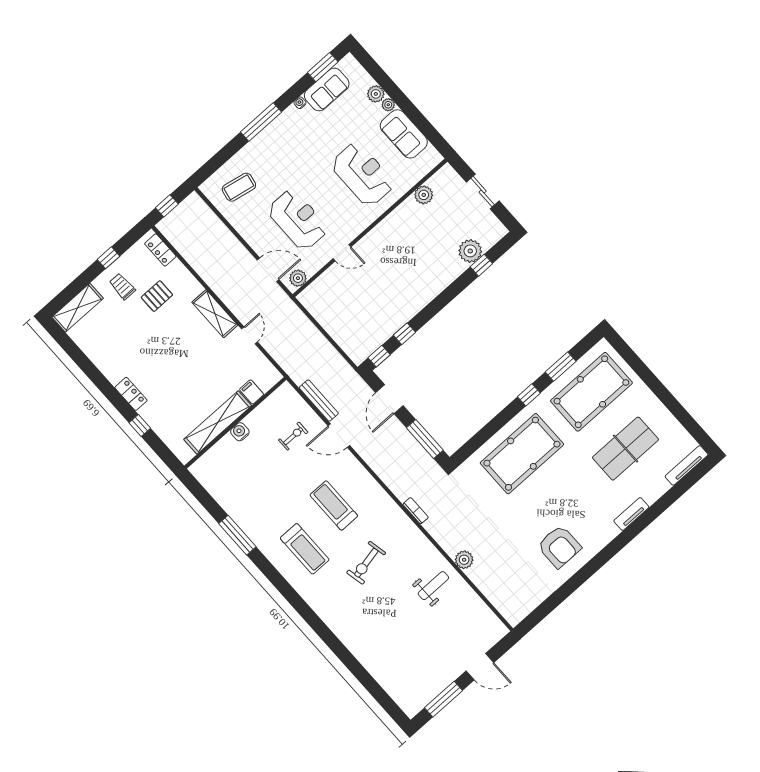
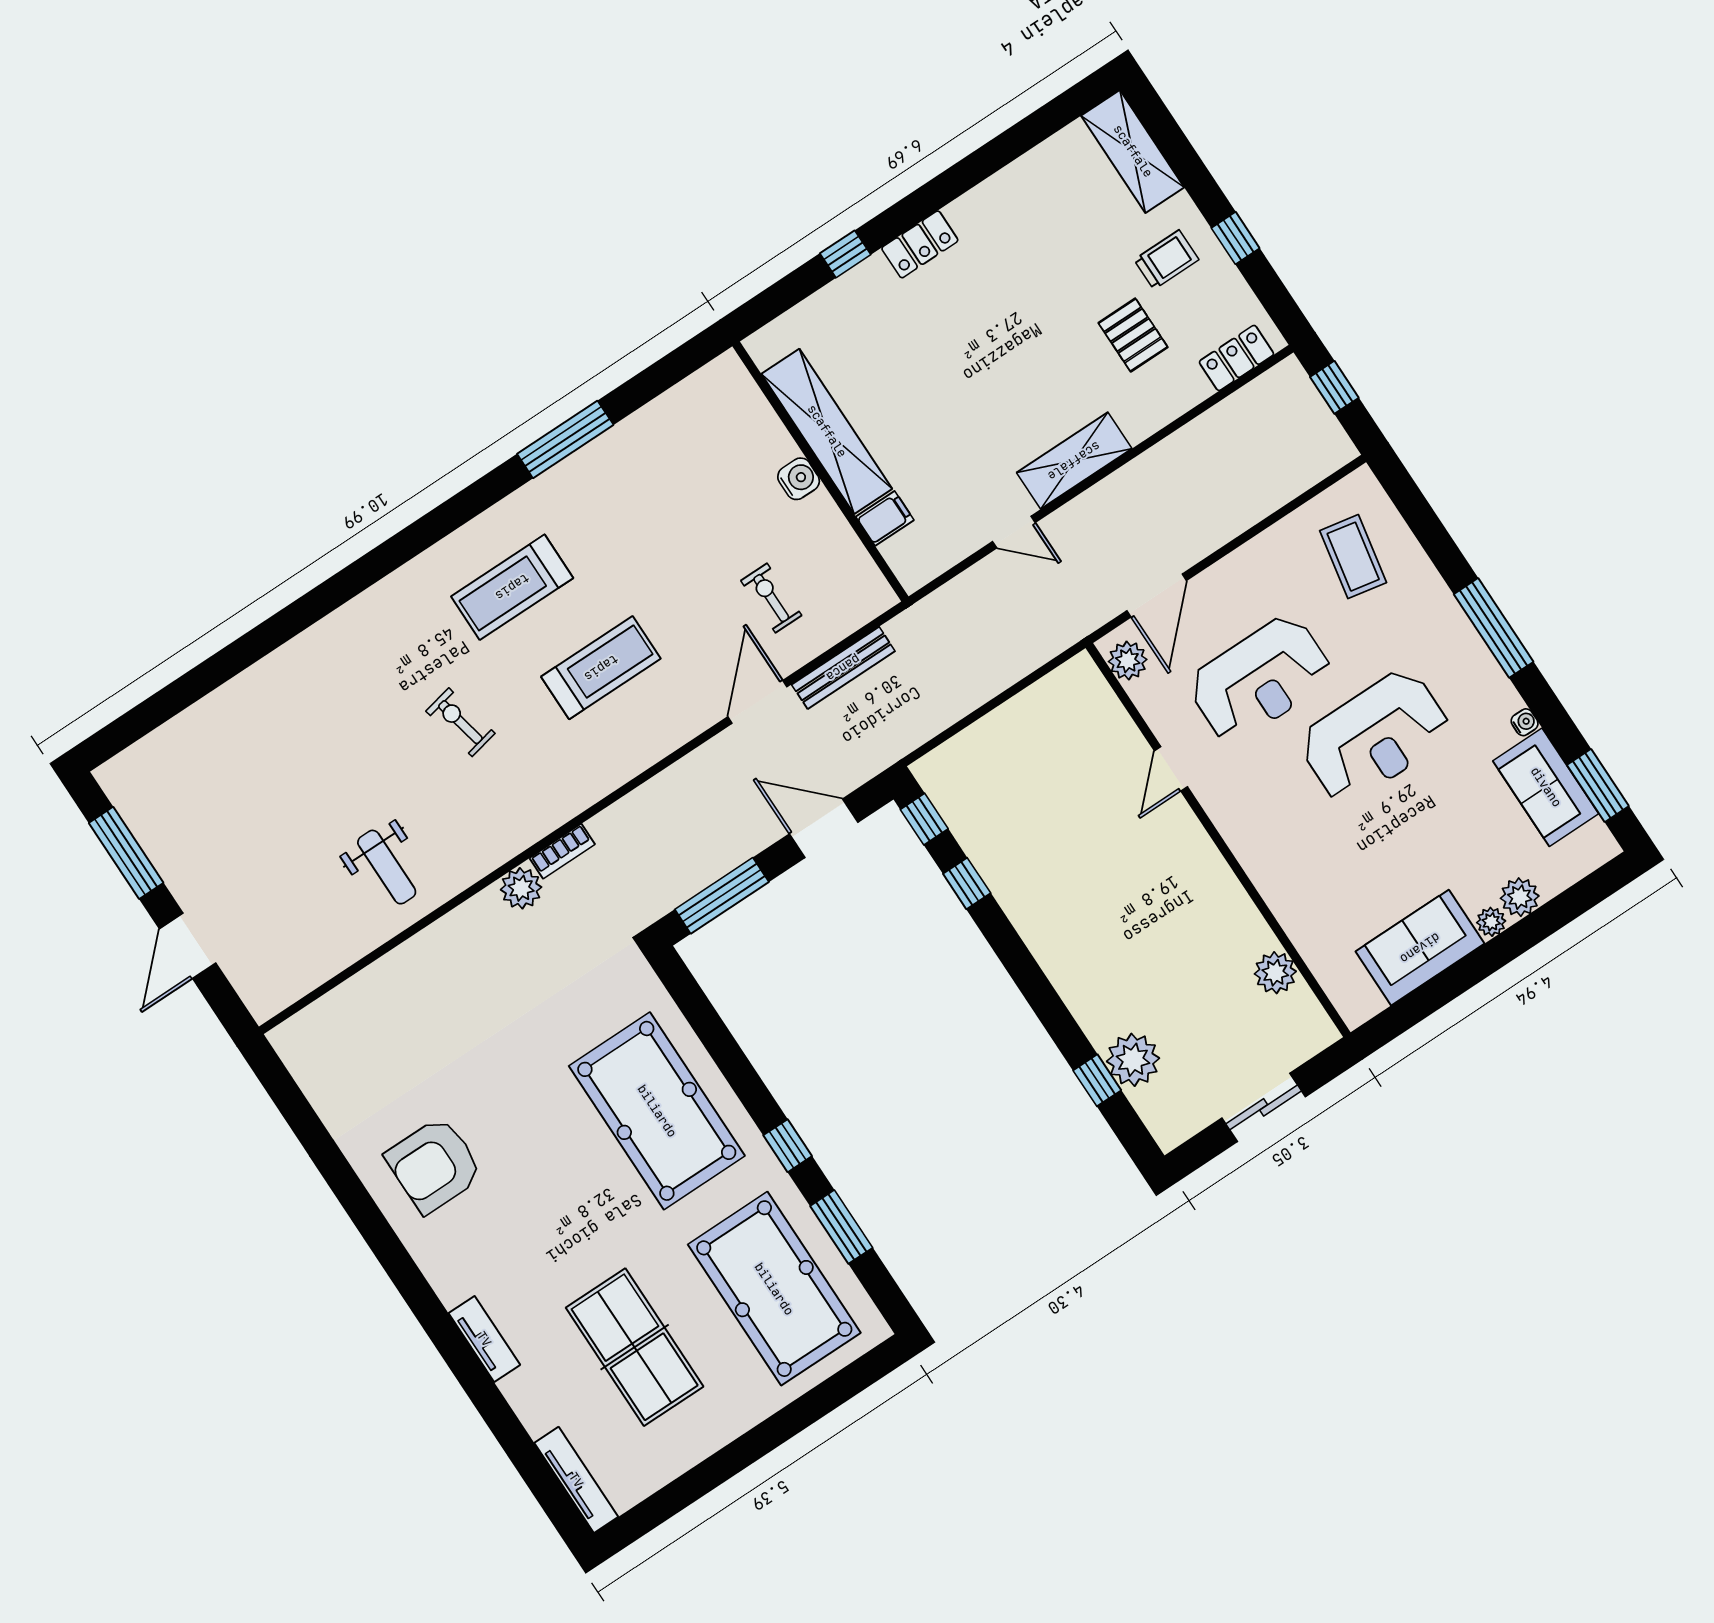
reception desk: (362, 174) -> (1375, 737), moved
exercise bike: (293, 436) -> (771, 598), turned 180
plant: (464, 560) -> (521, 888), moved
exercise bike: (366, 563) -> (460, 722), width x0.73, depth x0.72

